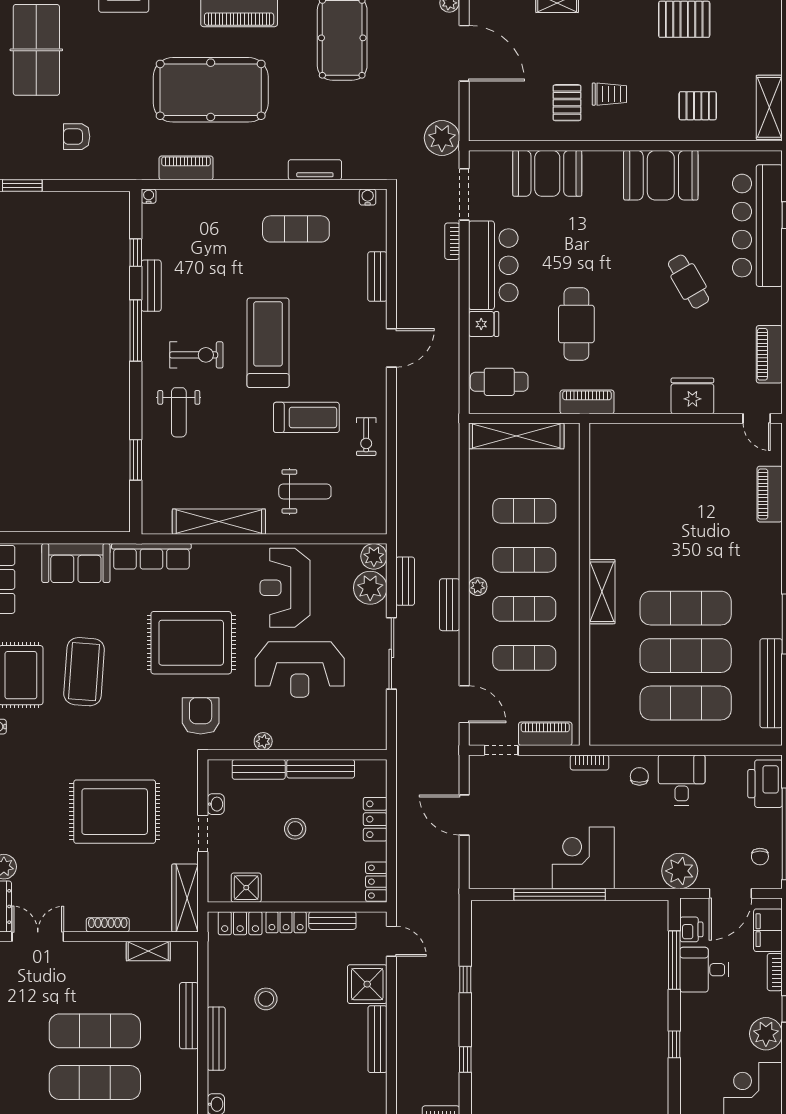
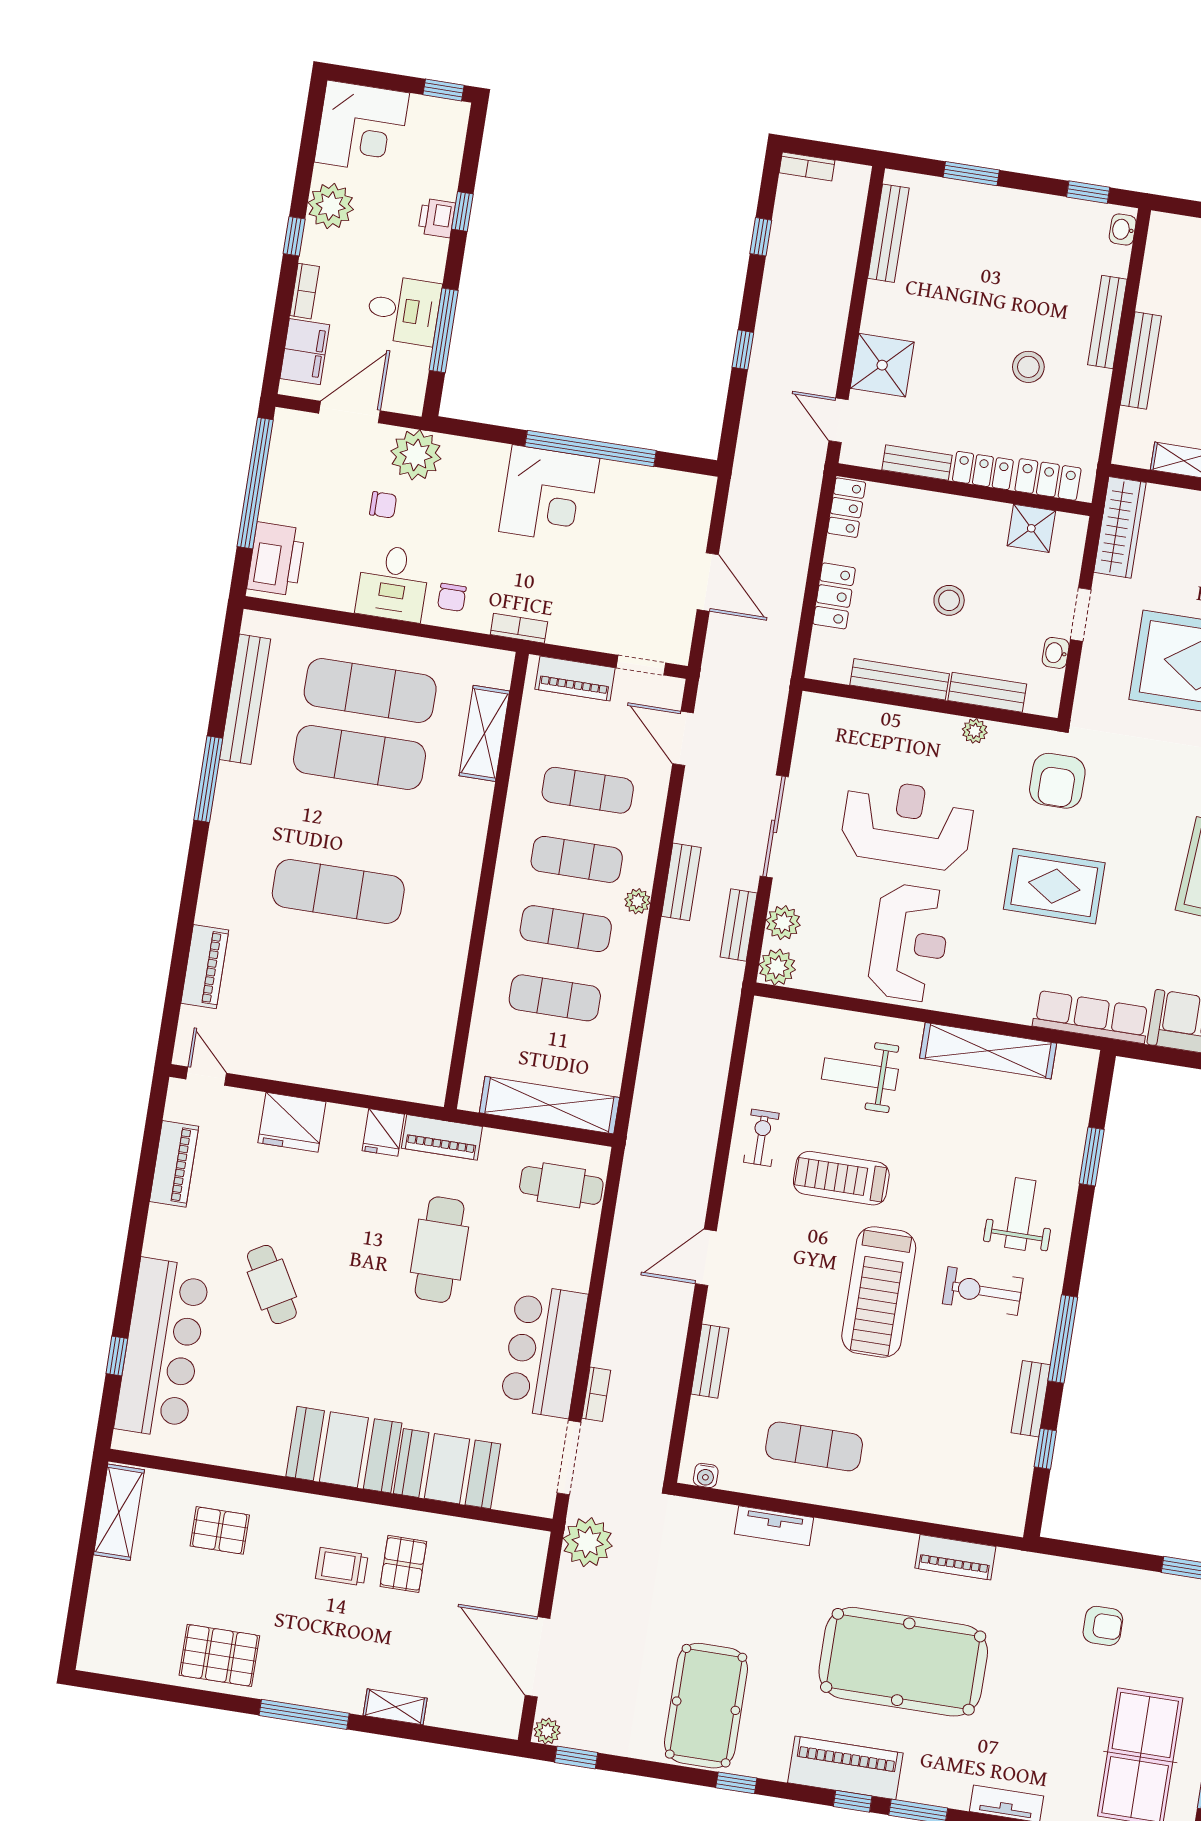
booth: (661, 175) -> (344, 1450), moved
water cooler: (149, 196) -> (1015, 1526), removed
fridge: (484, 324) -> (383, 1132), moved, turned -90
plant: (370, 588) -> (783, 923), width x0.73, depth x0.73
shelving: (602, 592) -> (484, 733), moved
exercise mat: (686, 608) -> (338, 891), moved
rug: (191, 643) -> (1054, 886), width x0.73, depth x0.69
chair: (760, 857) -> (383, 505), moved, turned 91
printer: (691, 929) -> (437, 218), moved
bench: (377, 1039) -> (888, 233), moved

